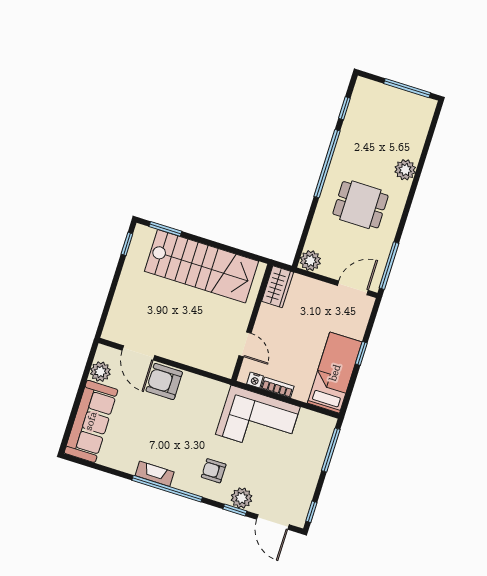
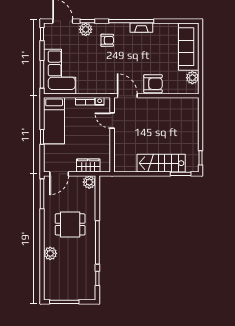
stairs: (202, 266) -> (161, 163), width x0.73, depth x0.66
wardrobe: (278, 287) -> (88, 166), moved, turned 90
door: (138, 353) -> (127, 96), moved
corner sofa: (258, 421) -> (60, 72), moved, turned 90

